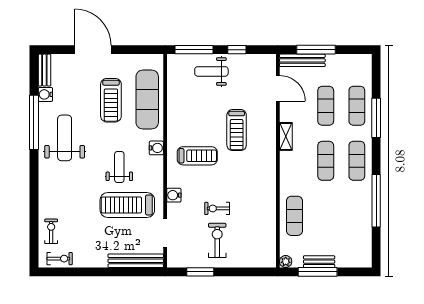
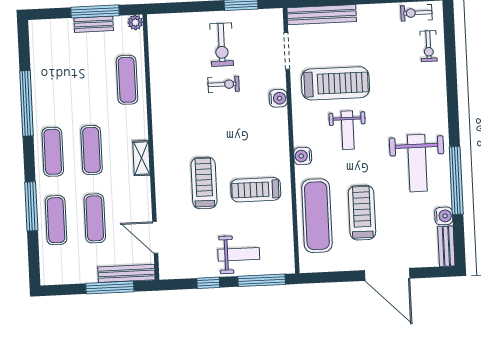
shelving: (286, 136) -> (141, 158), moved
treadmill: (197, 156) -> (256, 190), moved

